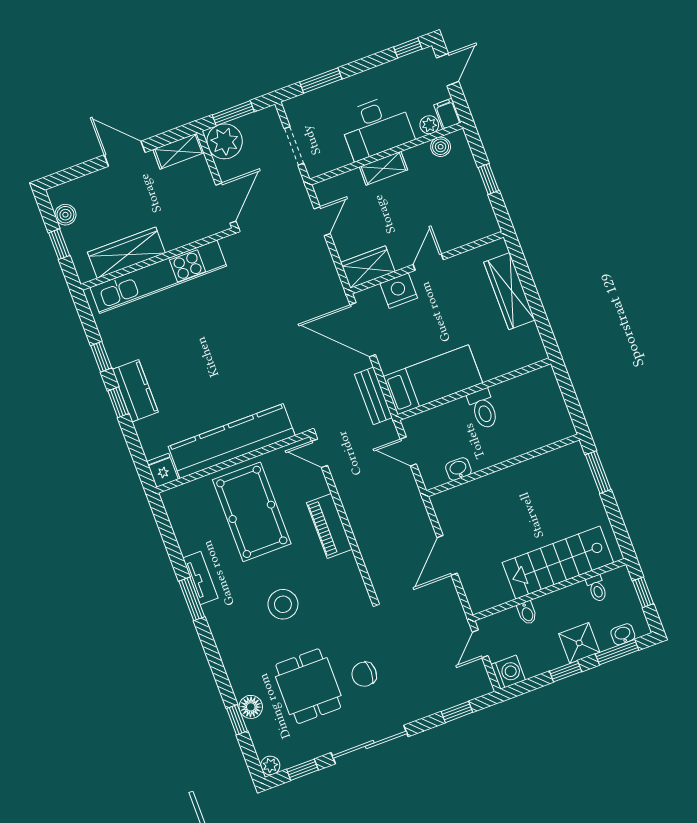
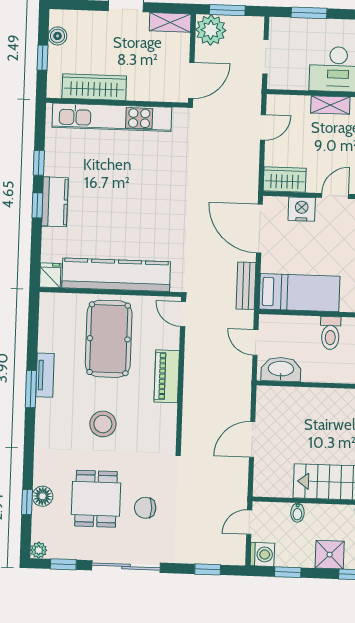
washbasin: (458, 469) -> (281, 369), width x1.91, depth x1.45
window: (566, 671) -> (288, 572), moved

